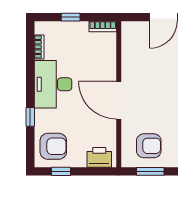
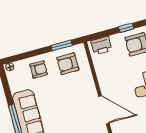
door: (119, 100) -> (104, 110), moved

